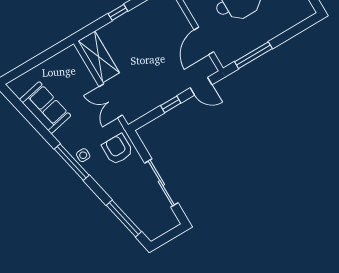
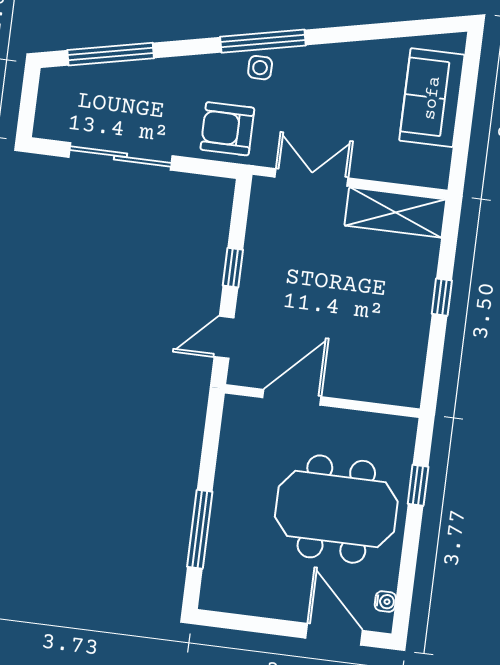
door: (204, 41) -> (292, 397), hinge flipped
window: (253, 55) -> (200, 529), moved
sofa: (45, 108) -> (432, 98), moved, turned 102
armchair: (117, 149) -> (227, 129), turned 180

